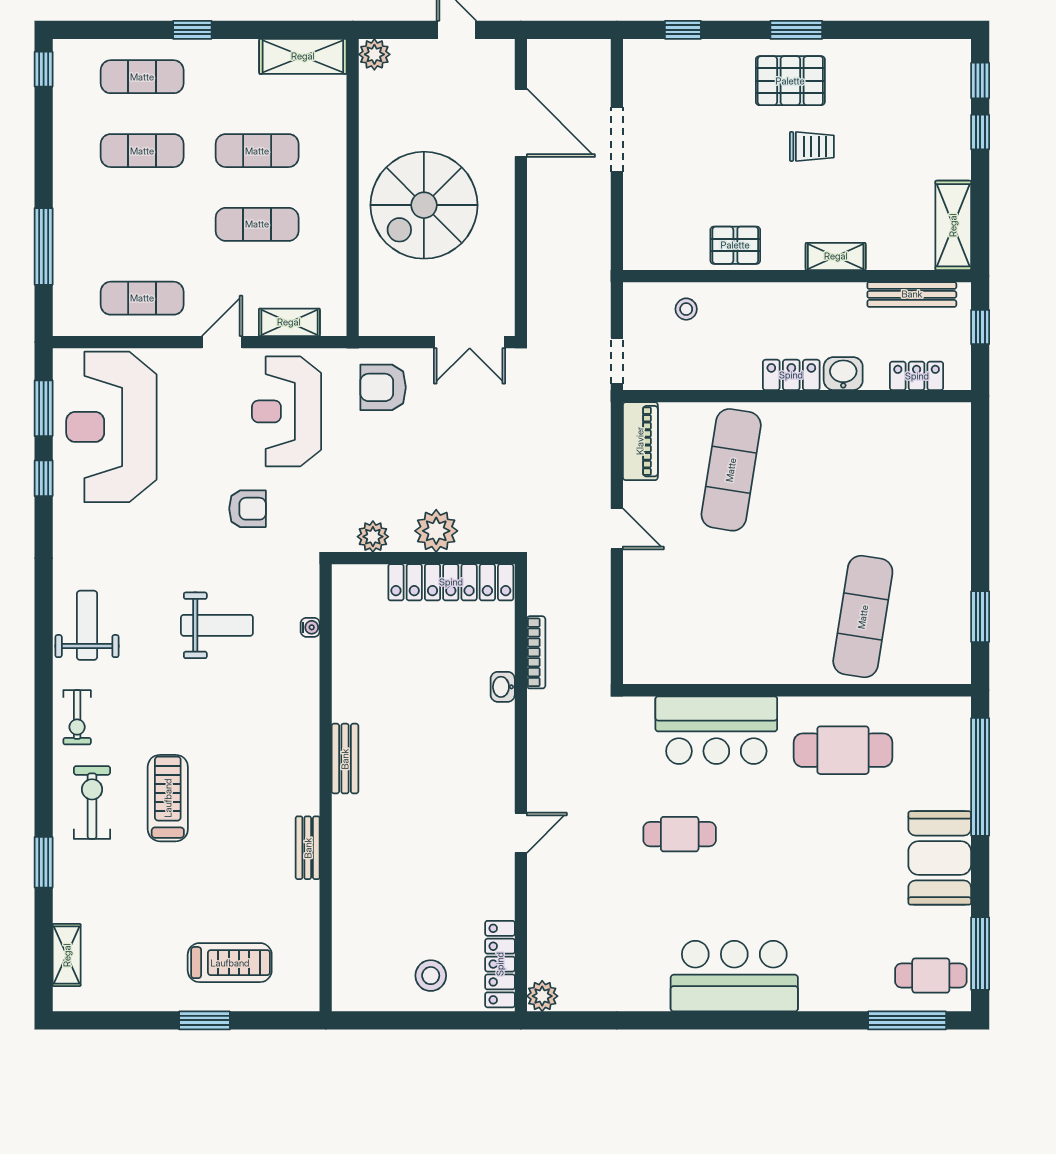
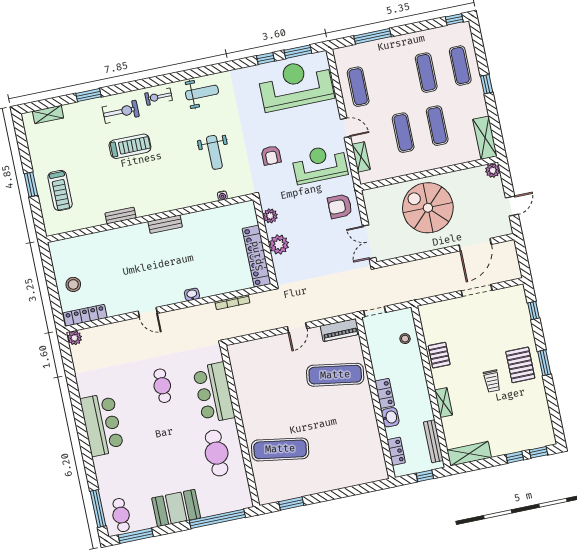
armchair: (383, 387) -> (340, 206), turned -90
washbasin: (503, 687) -> (192, 294), moved

